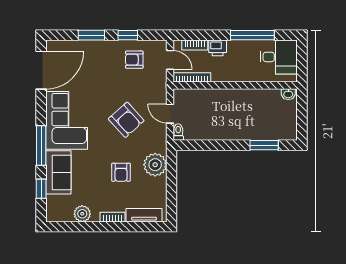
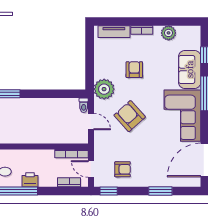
window: (128, 35) -> (109, 191), moved
printer: (218, 48) -> (30, 180), moved
plant: (155, 165) -> (104, 89), moved

